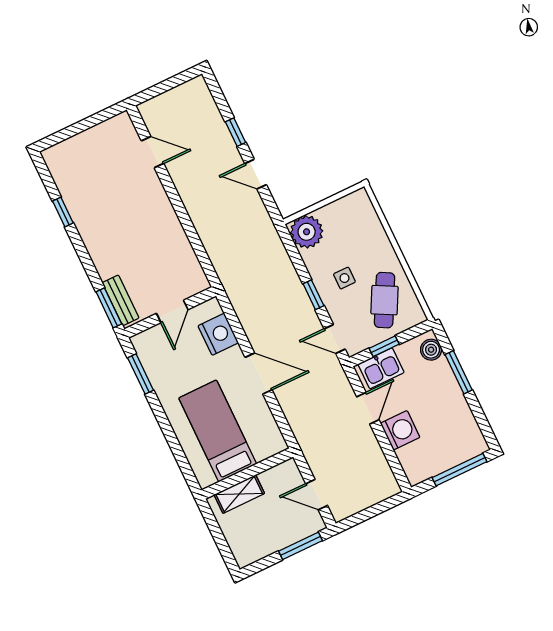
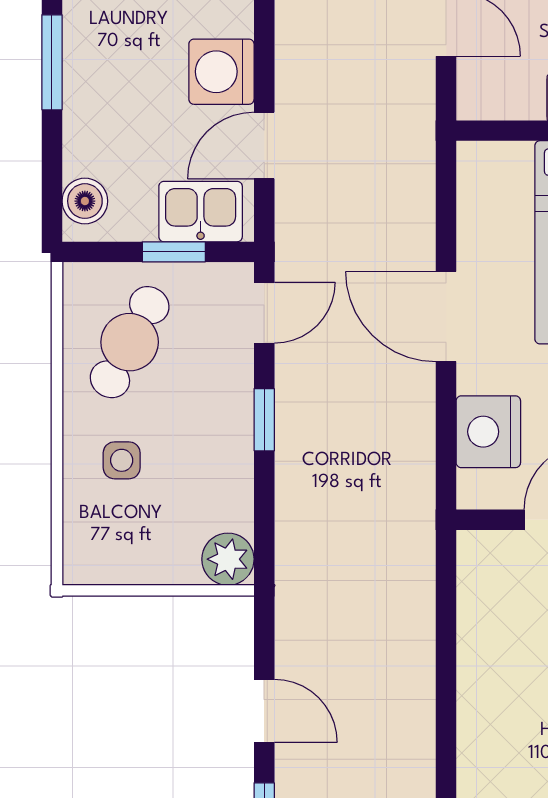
plant: (307, 232) -> (228, 559), width x0.73, depth x0.73
side table: (344, 278) -> (122, 460), moved
door: (335, 339) -> (264, 313), hinge flipped
window: (459, 372) -> (52, 62), moved

